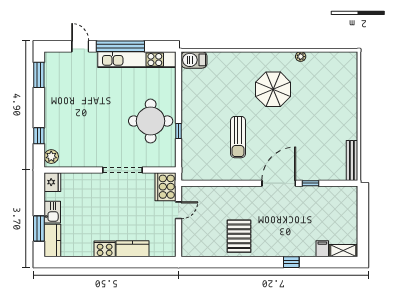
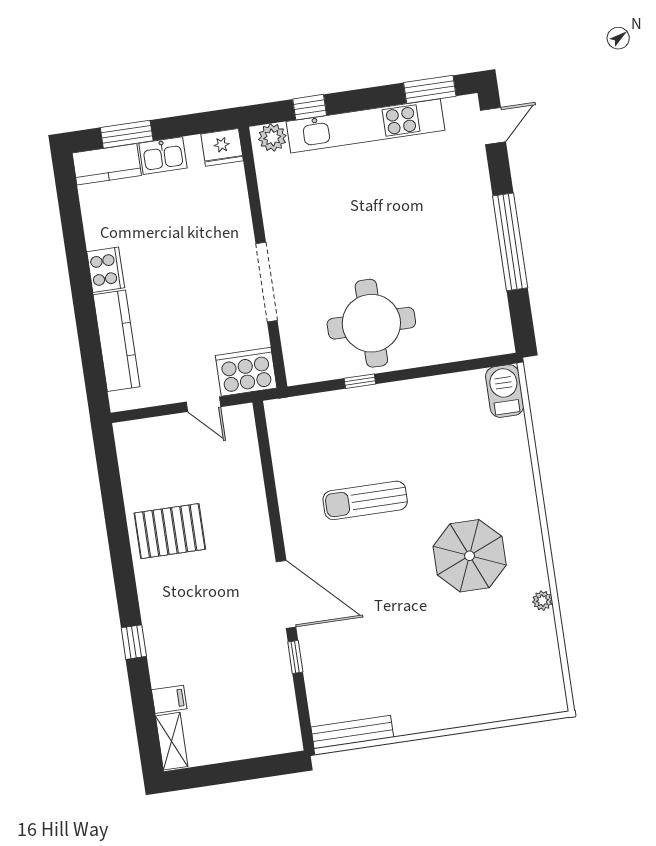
door: (80, 46) -> (493, 126), moved
kitchen unit: (137, 60) -> (366, 126), moved, turned -90
kitchen counter: (132, 249) -> (116, 341), width x1.50

